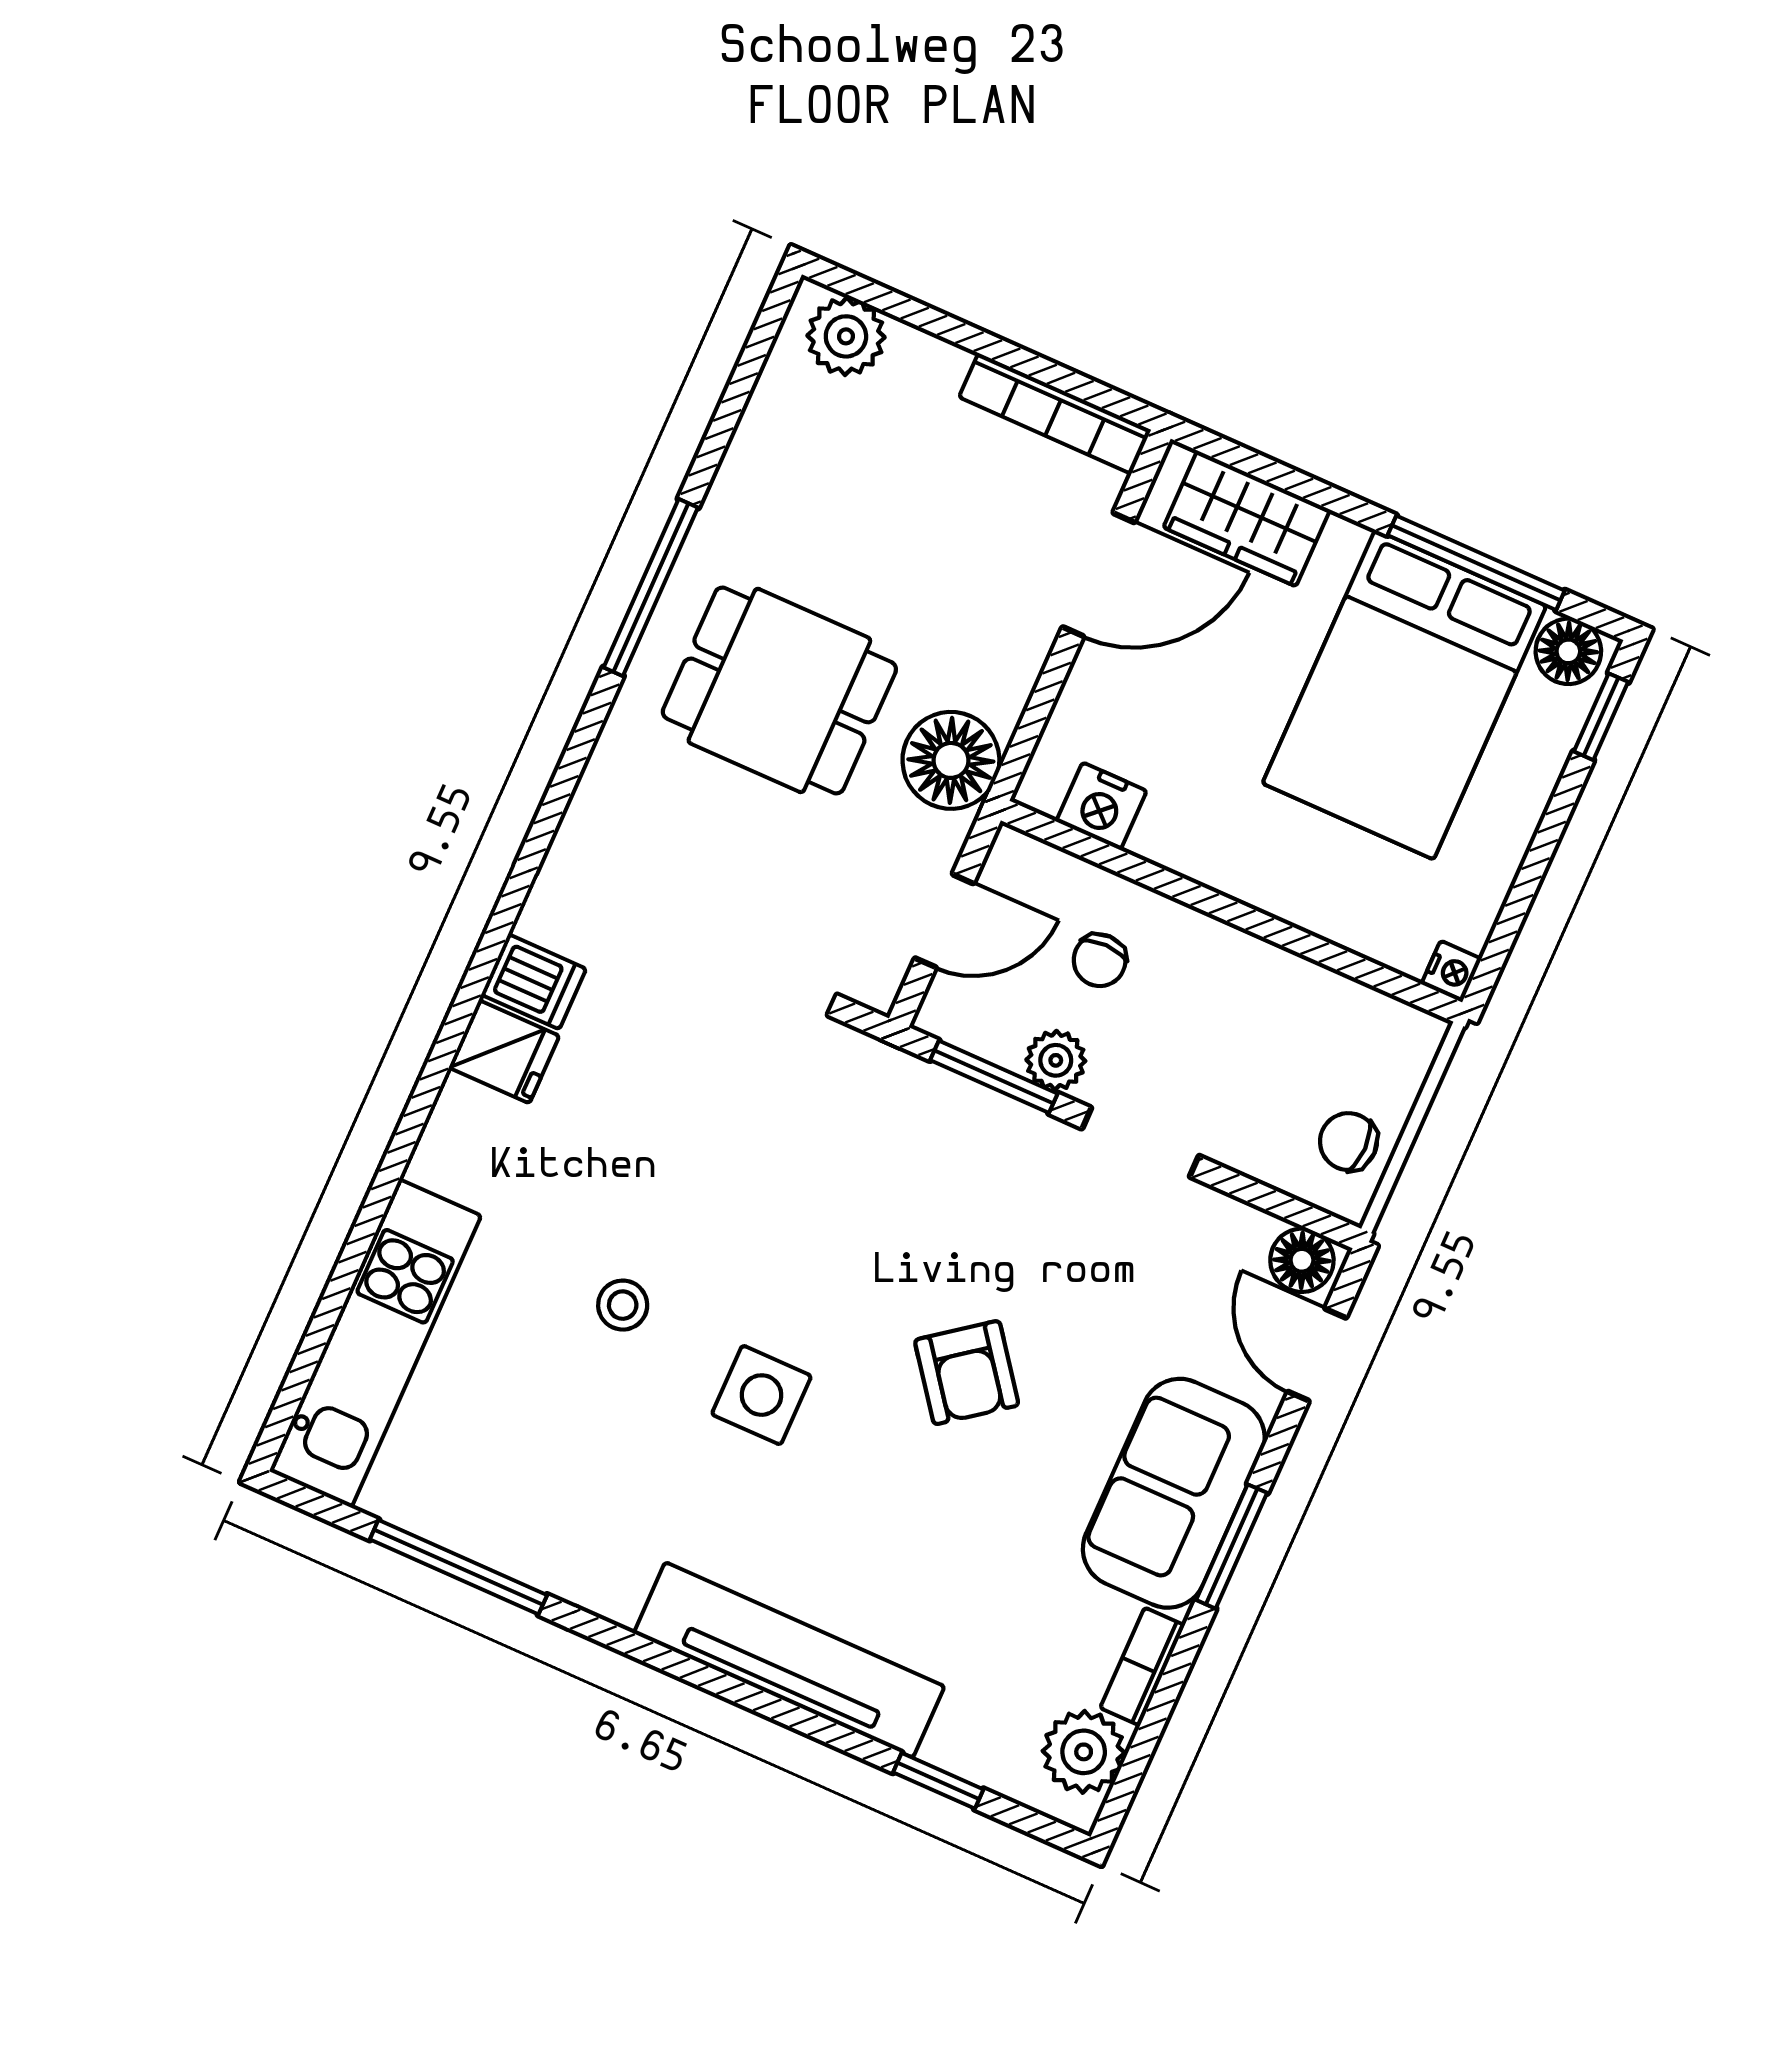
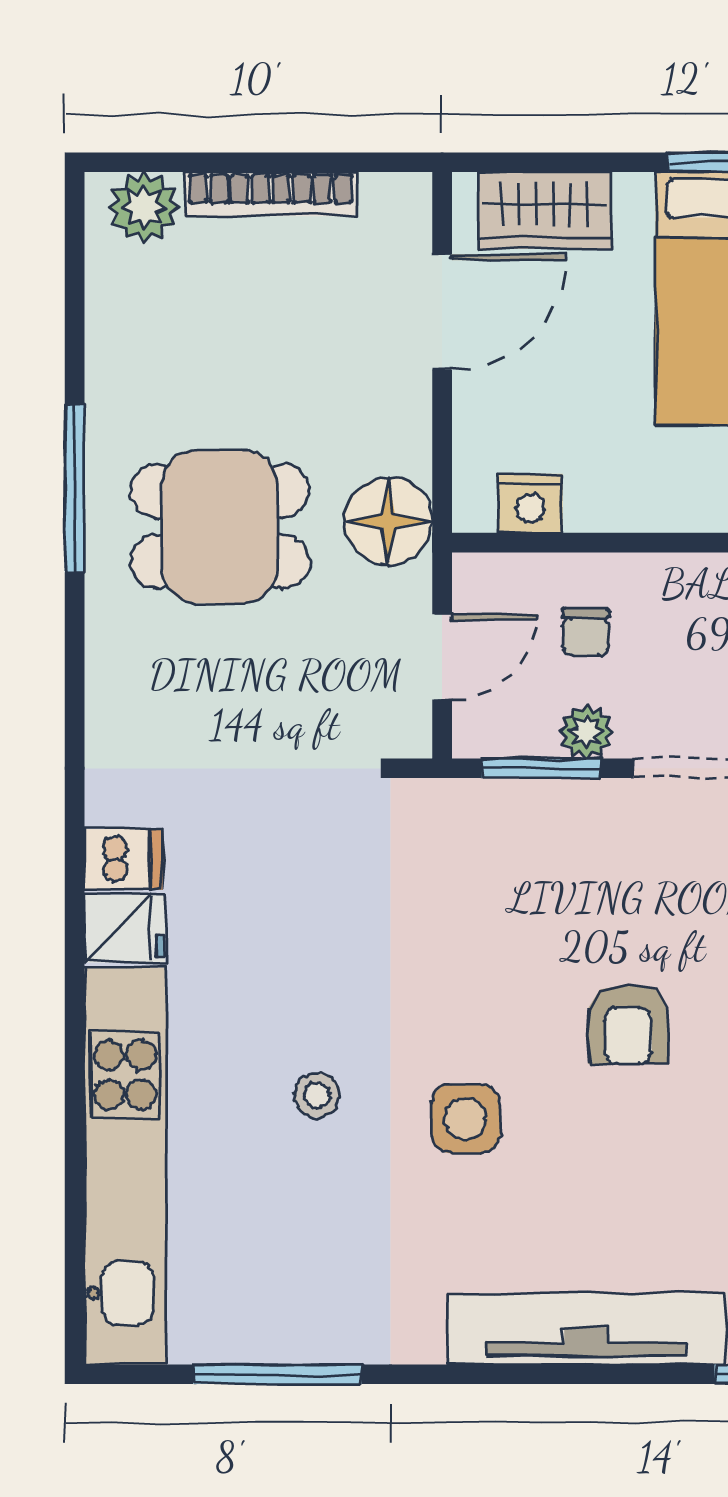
bookcase: (1055, 413) -> (271, 194), moved
kitchen unit: (375, 1343) -> (125, 1166), width x1.36
armchair: (967, 1373) -> (628, 1024), turned 37

